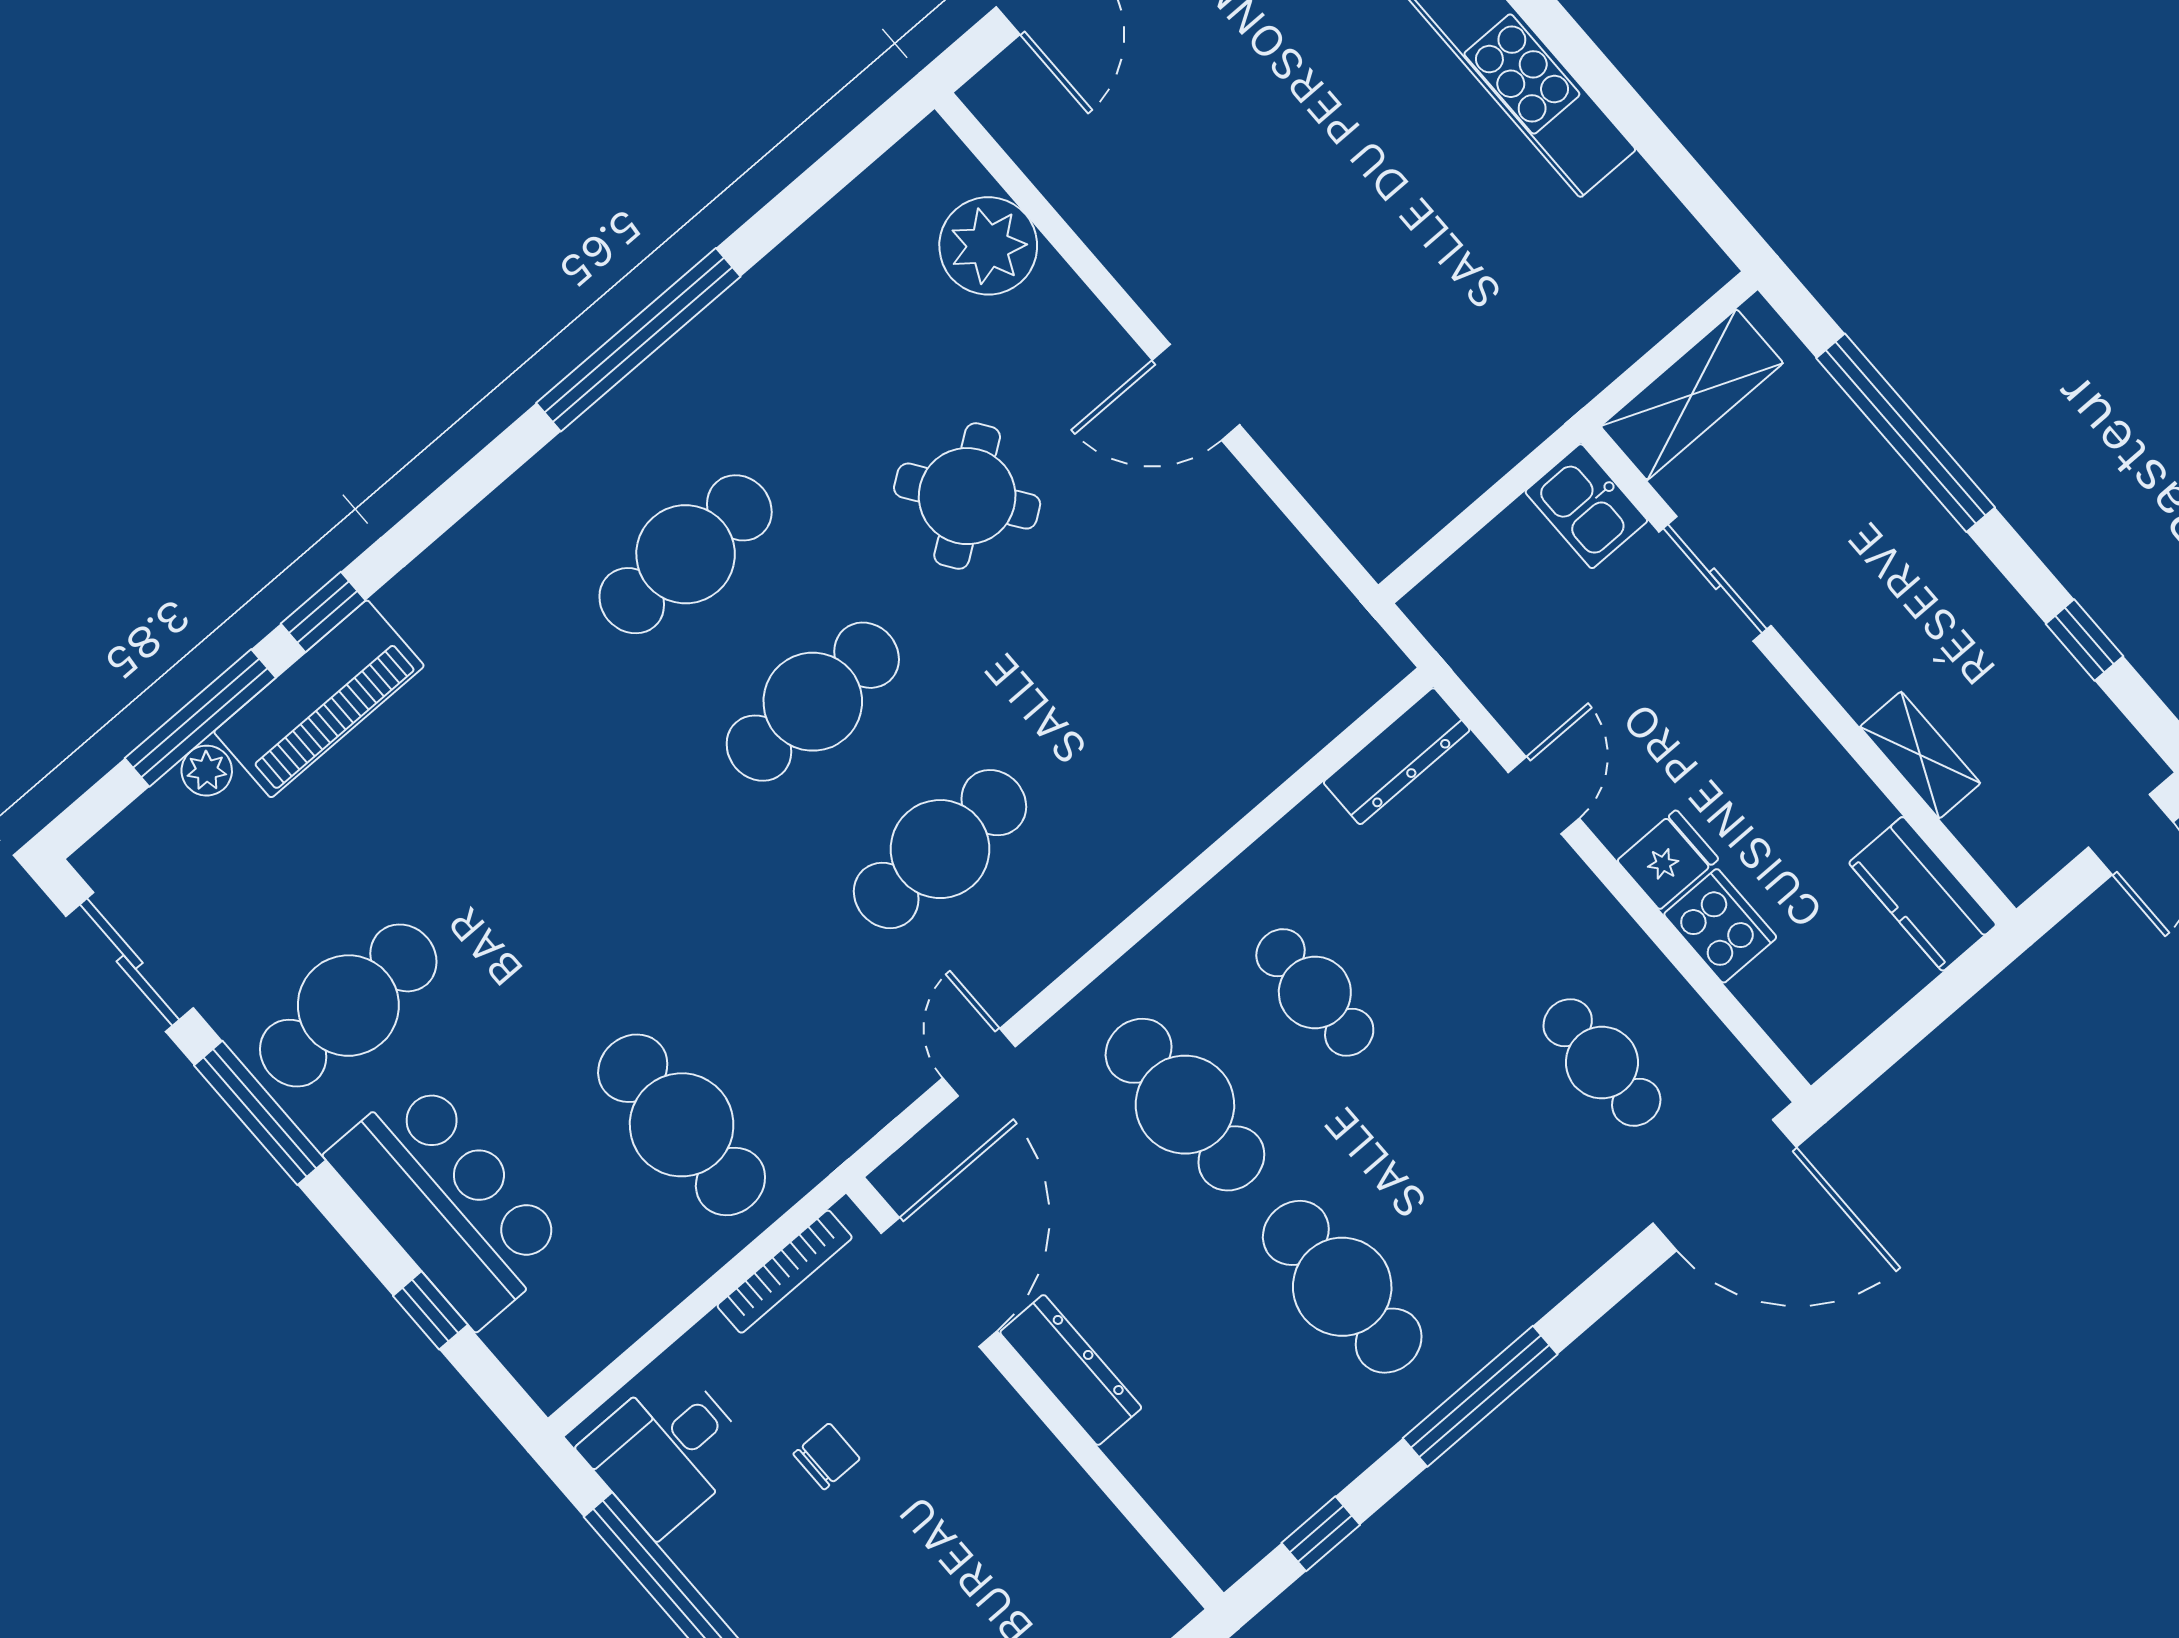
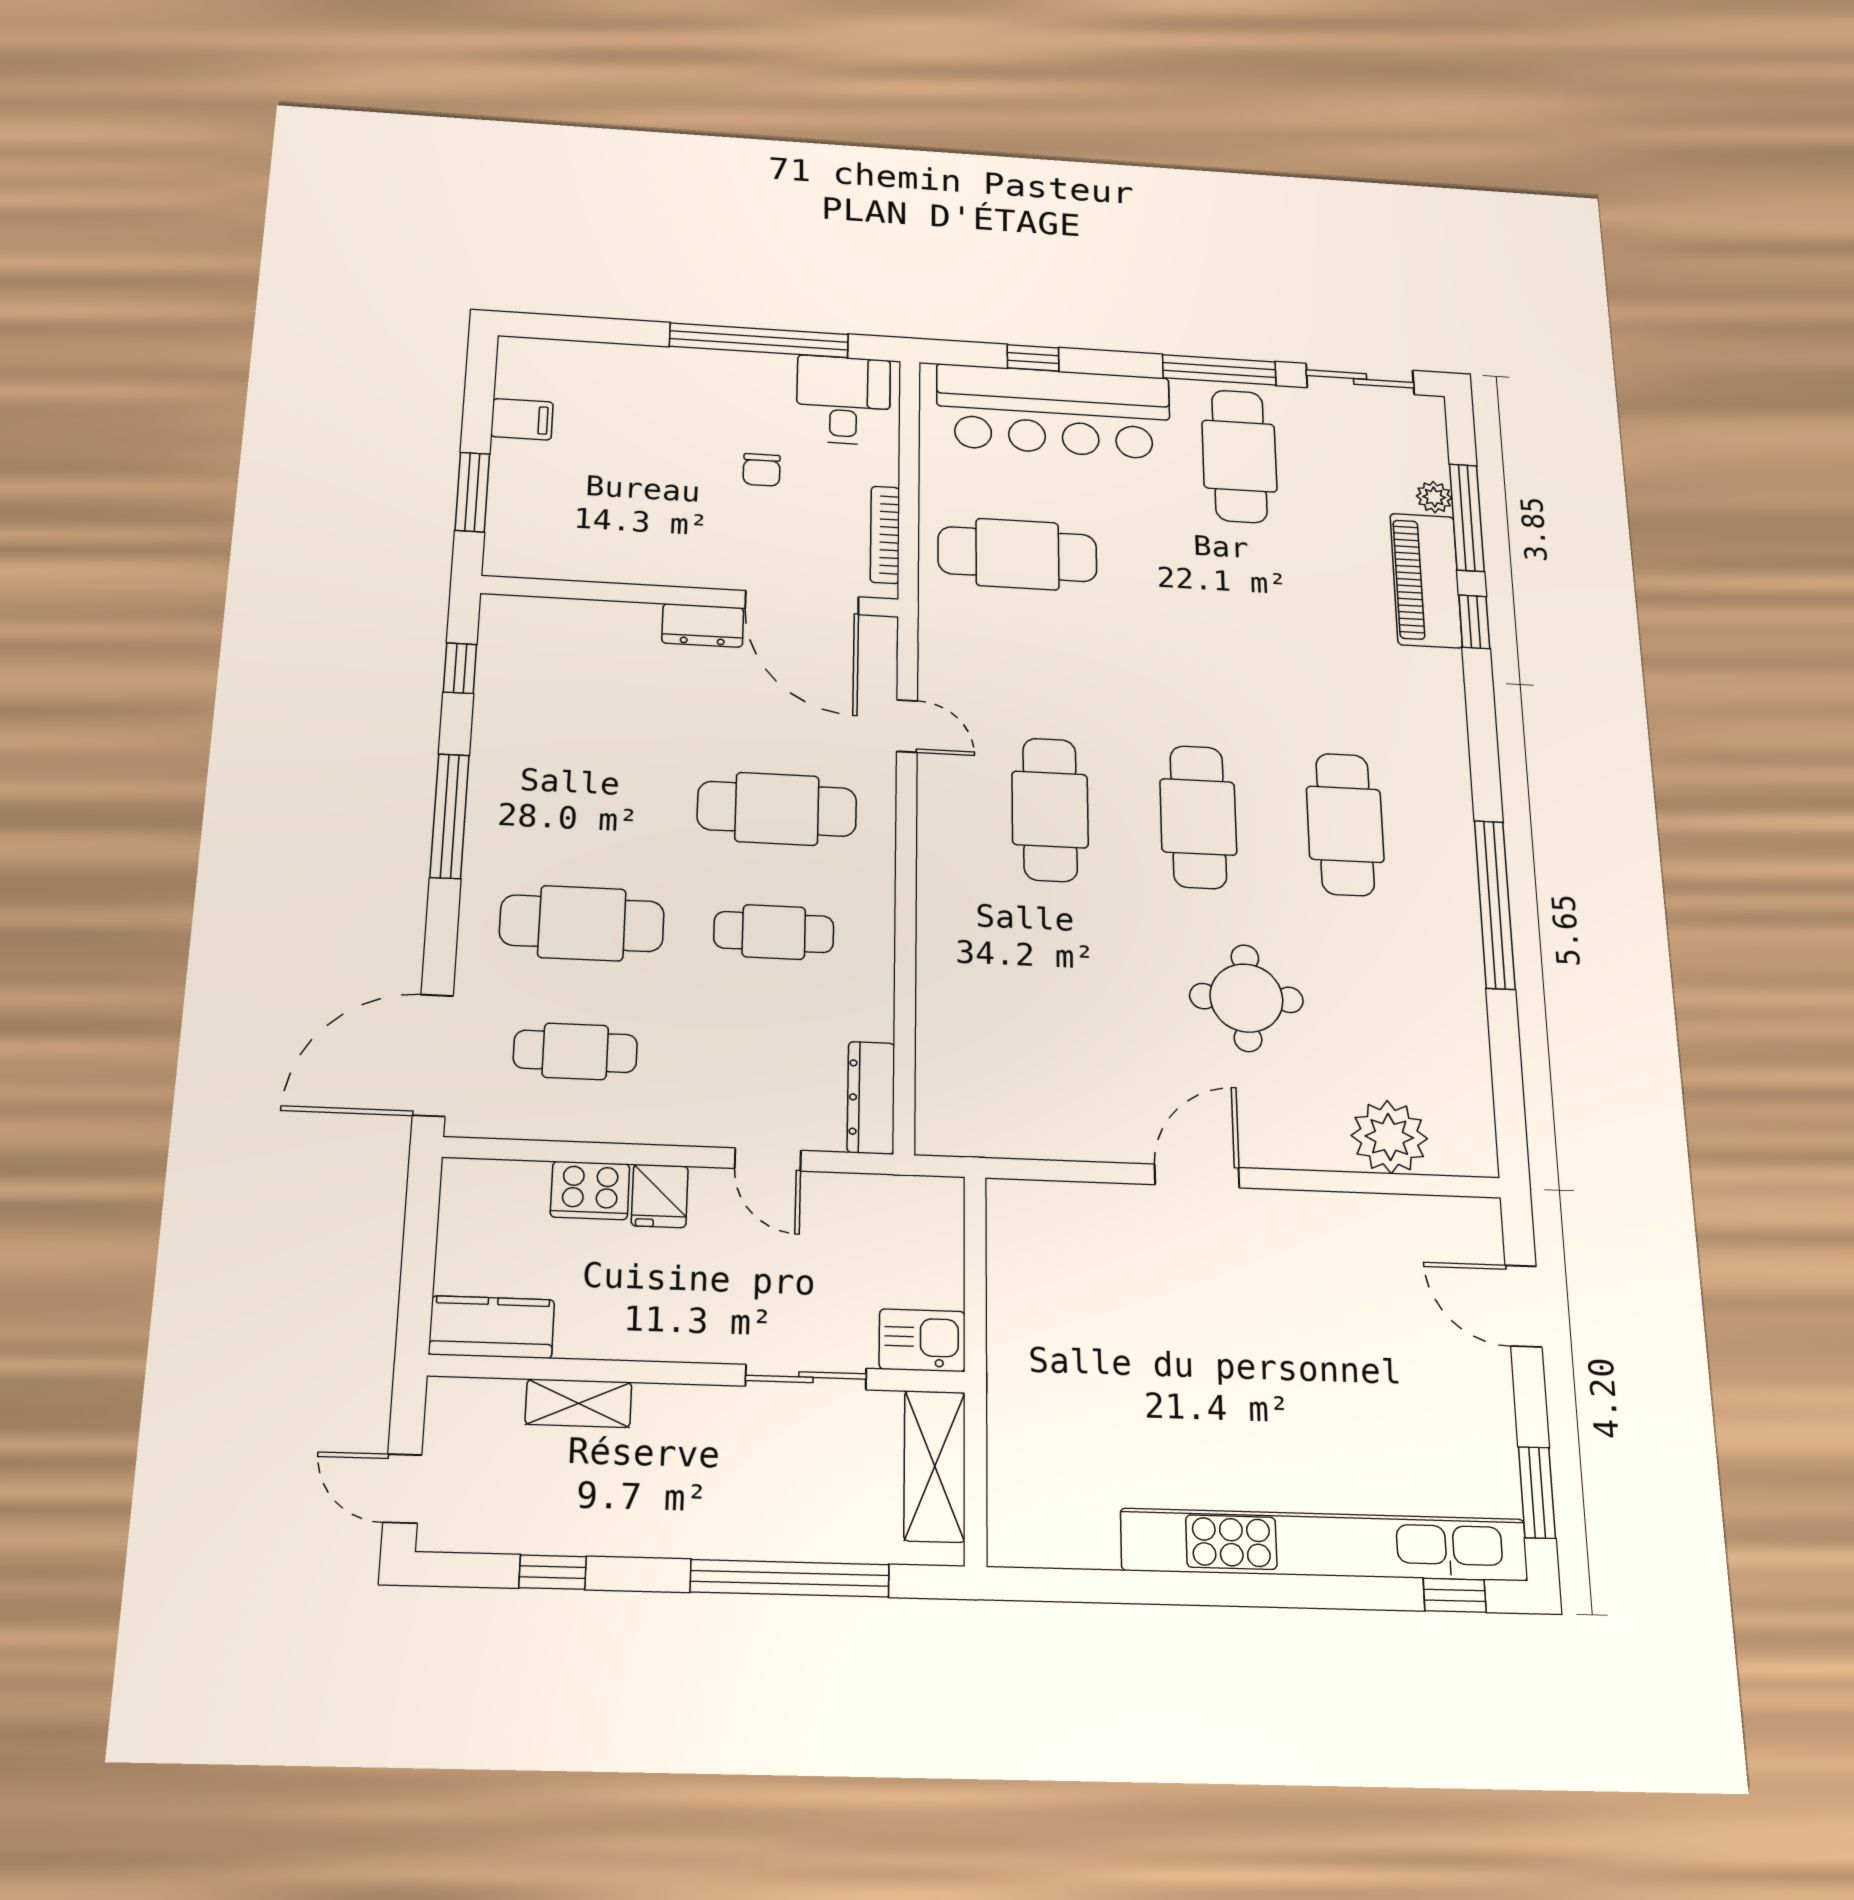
round table: (967, 496) -> (1246, 998), turned 35
bar counter: (448, 1202) -> (1054, 412), width x1.36
cafe table: (1342, 1287) -> (582, 923), moved
dresser: (1071, 1370) -> (703, 625), width x0.70

